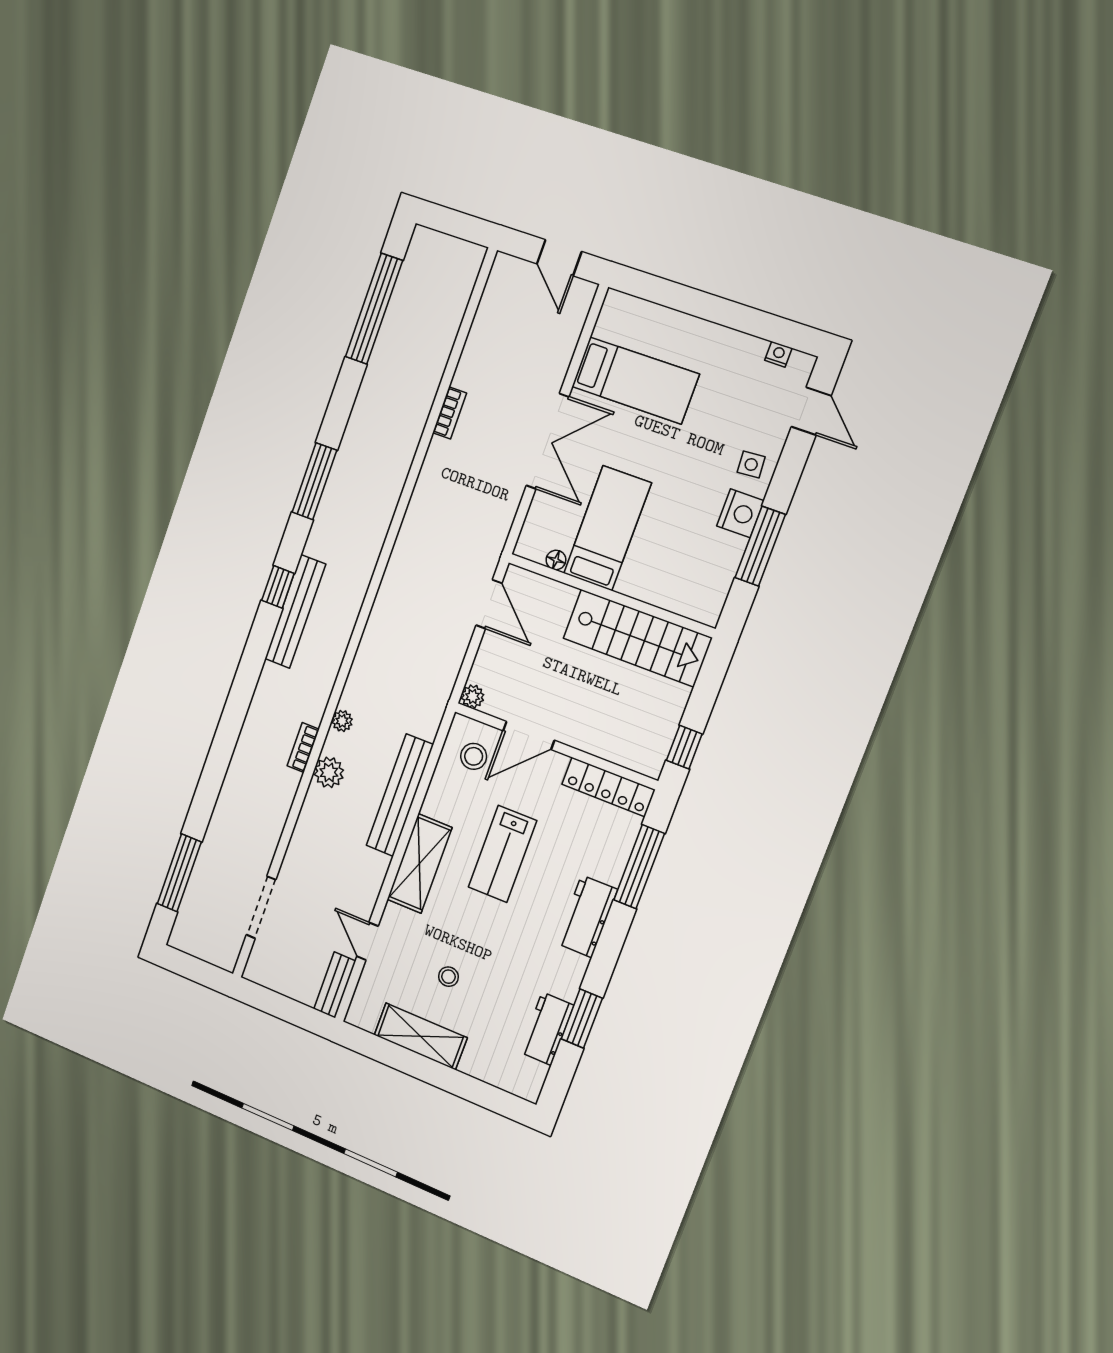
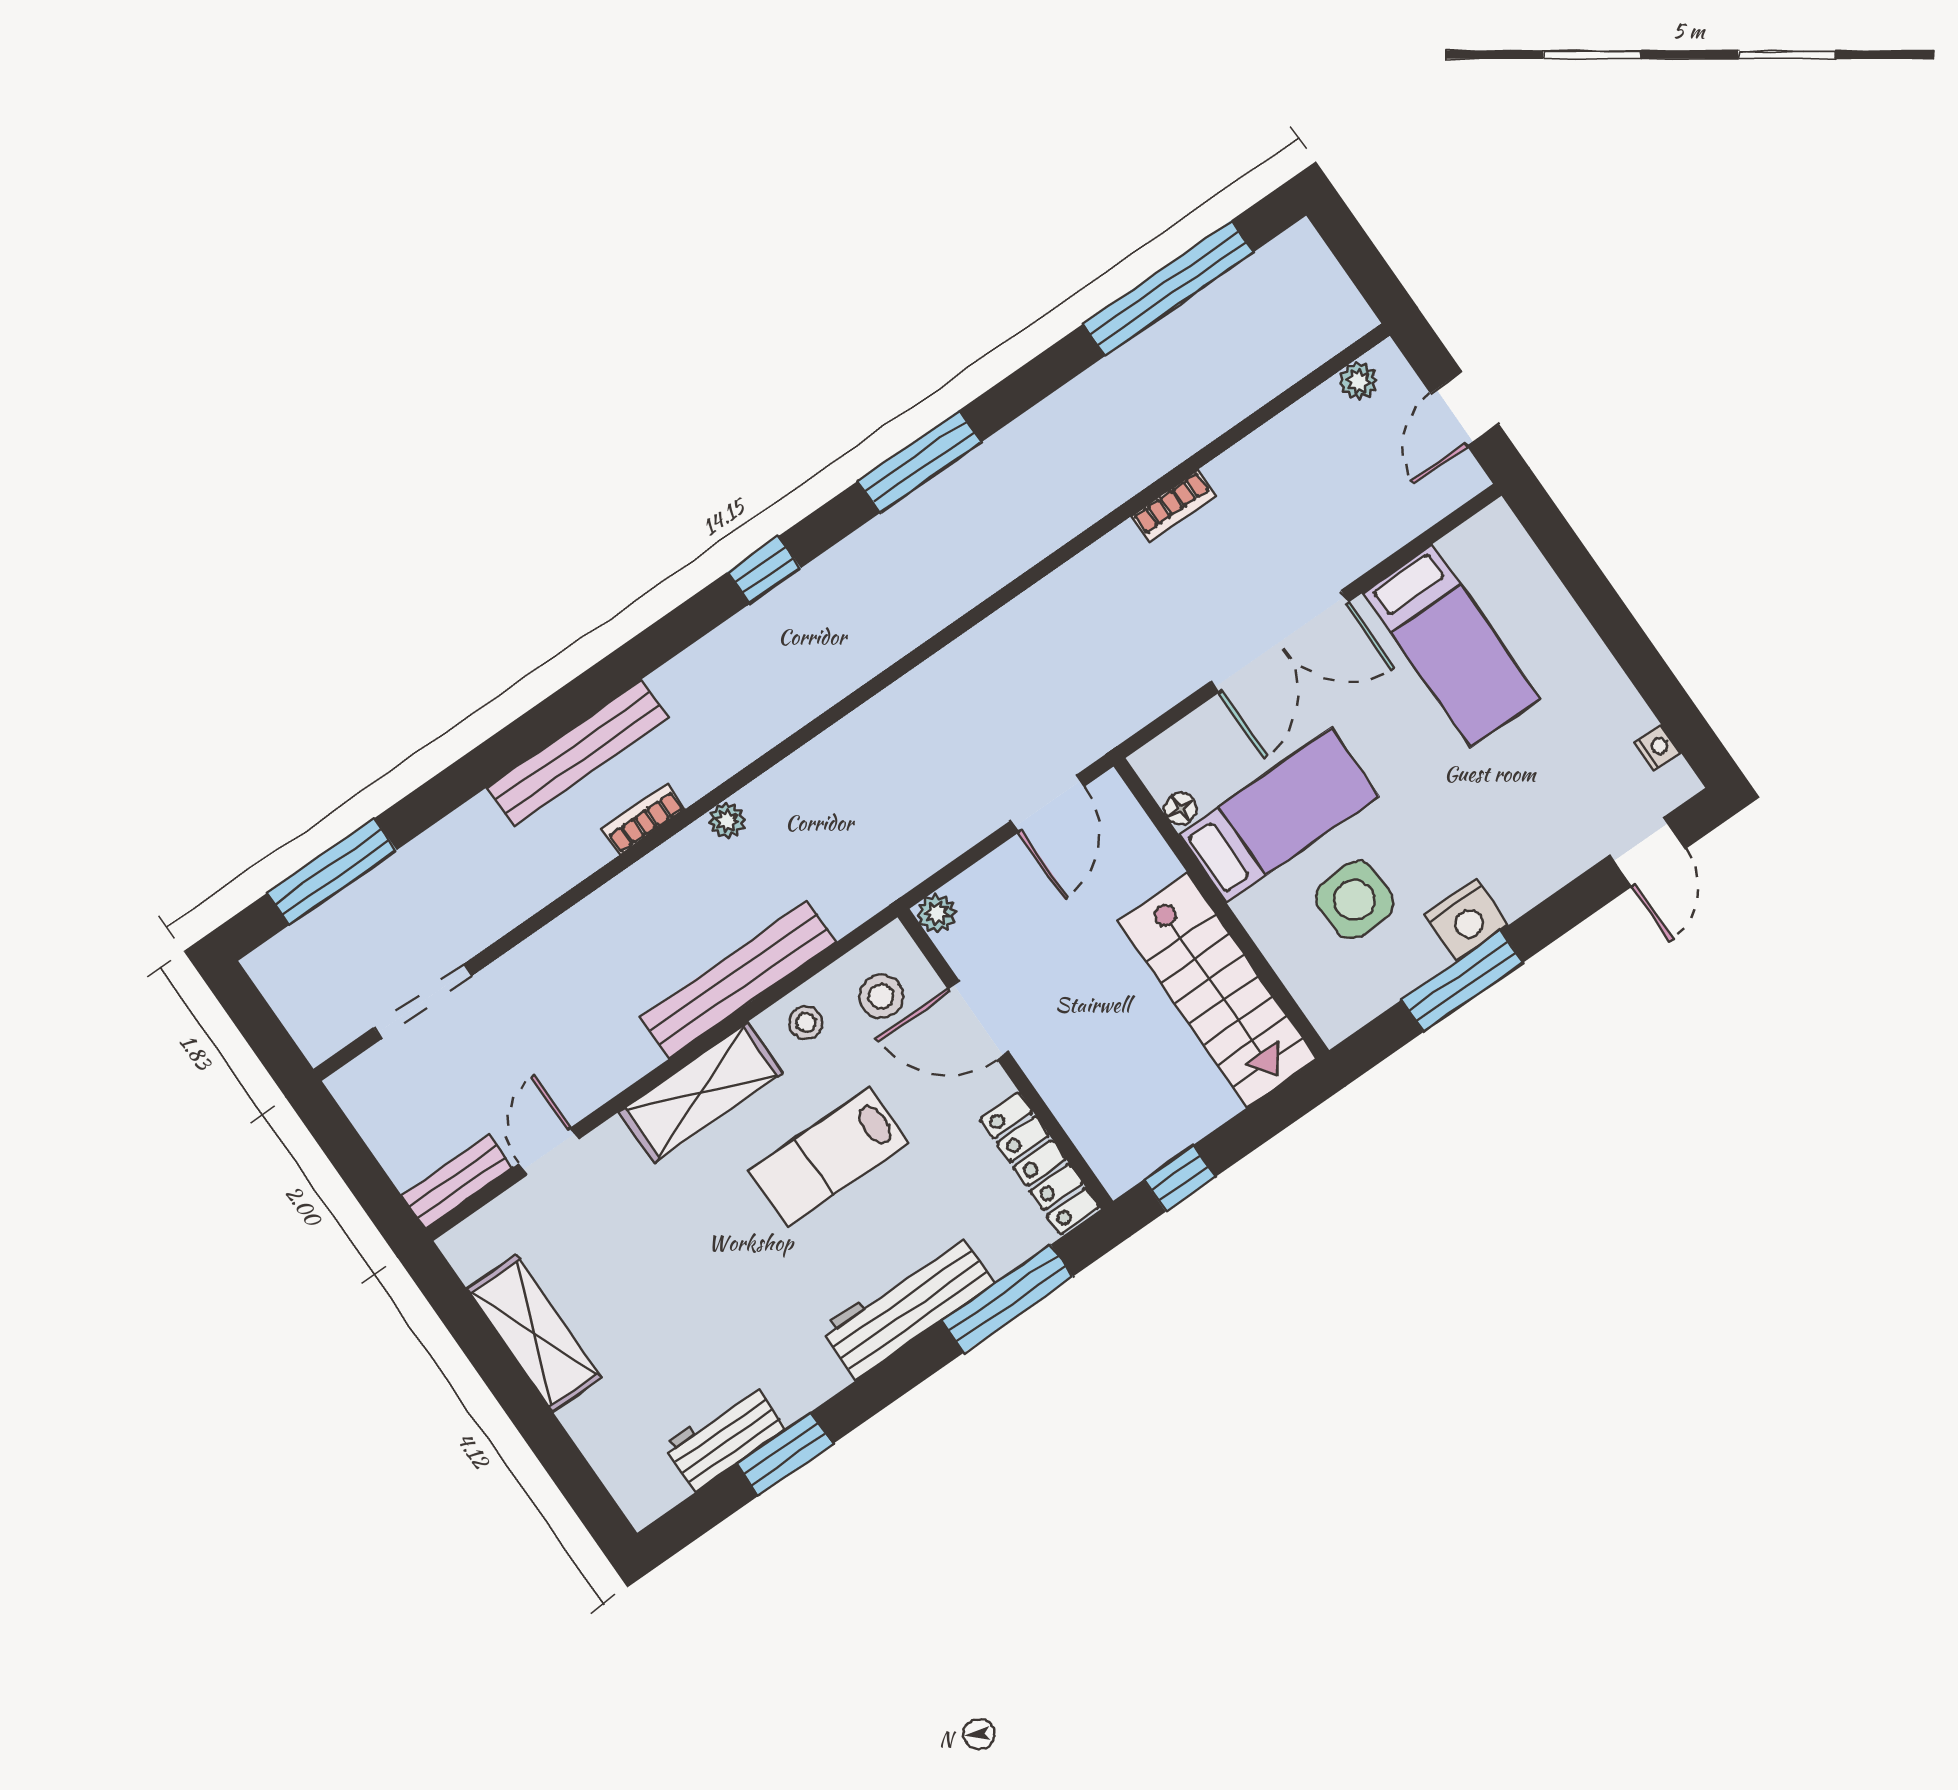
side table: (751, 465) -> (1355, 900), moved, width x1.87, depth x1.87
bench: (295, 611) -> (578, 753), moved
plant: (329, 772) -> (1358, 381), moved, width x0.73, depth x0.73
workbench: (587, 916) -> (907, 1306), width x1.37
stool: (448, 977) -> (806, 1023), moved

